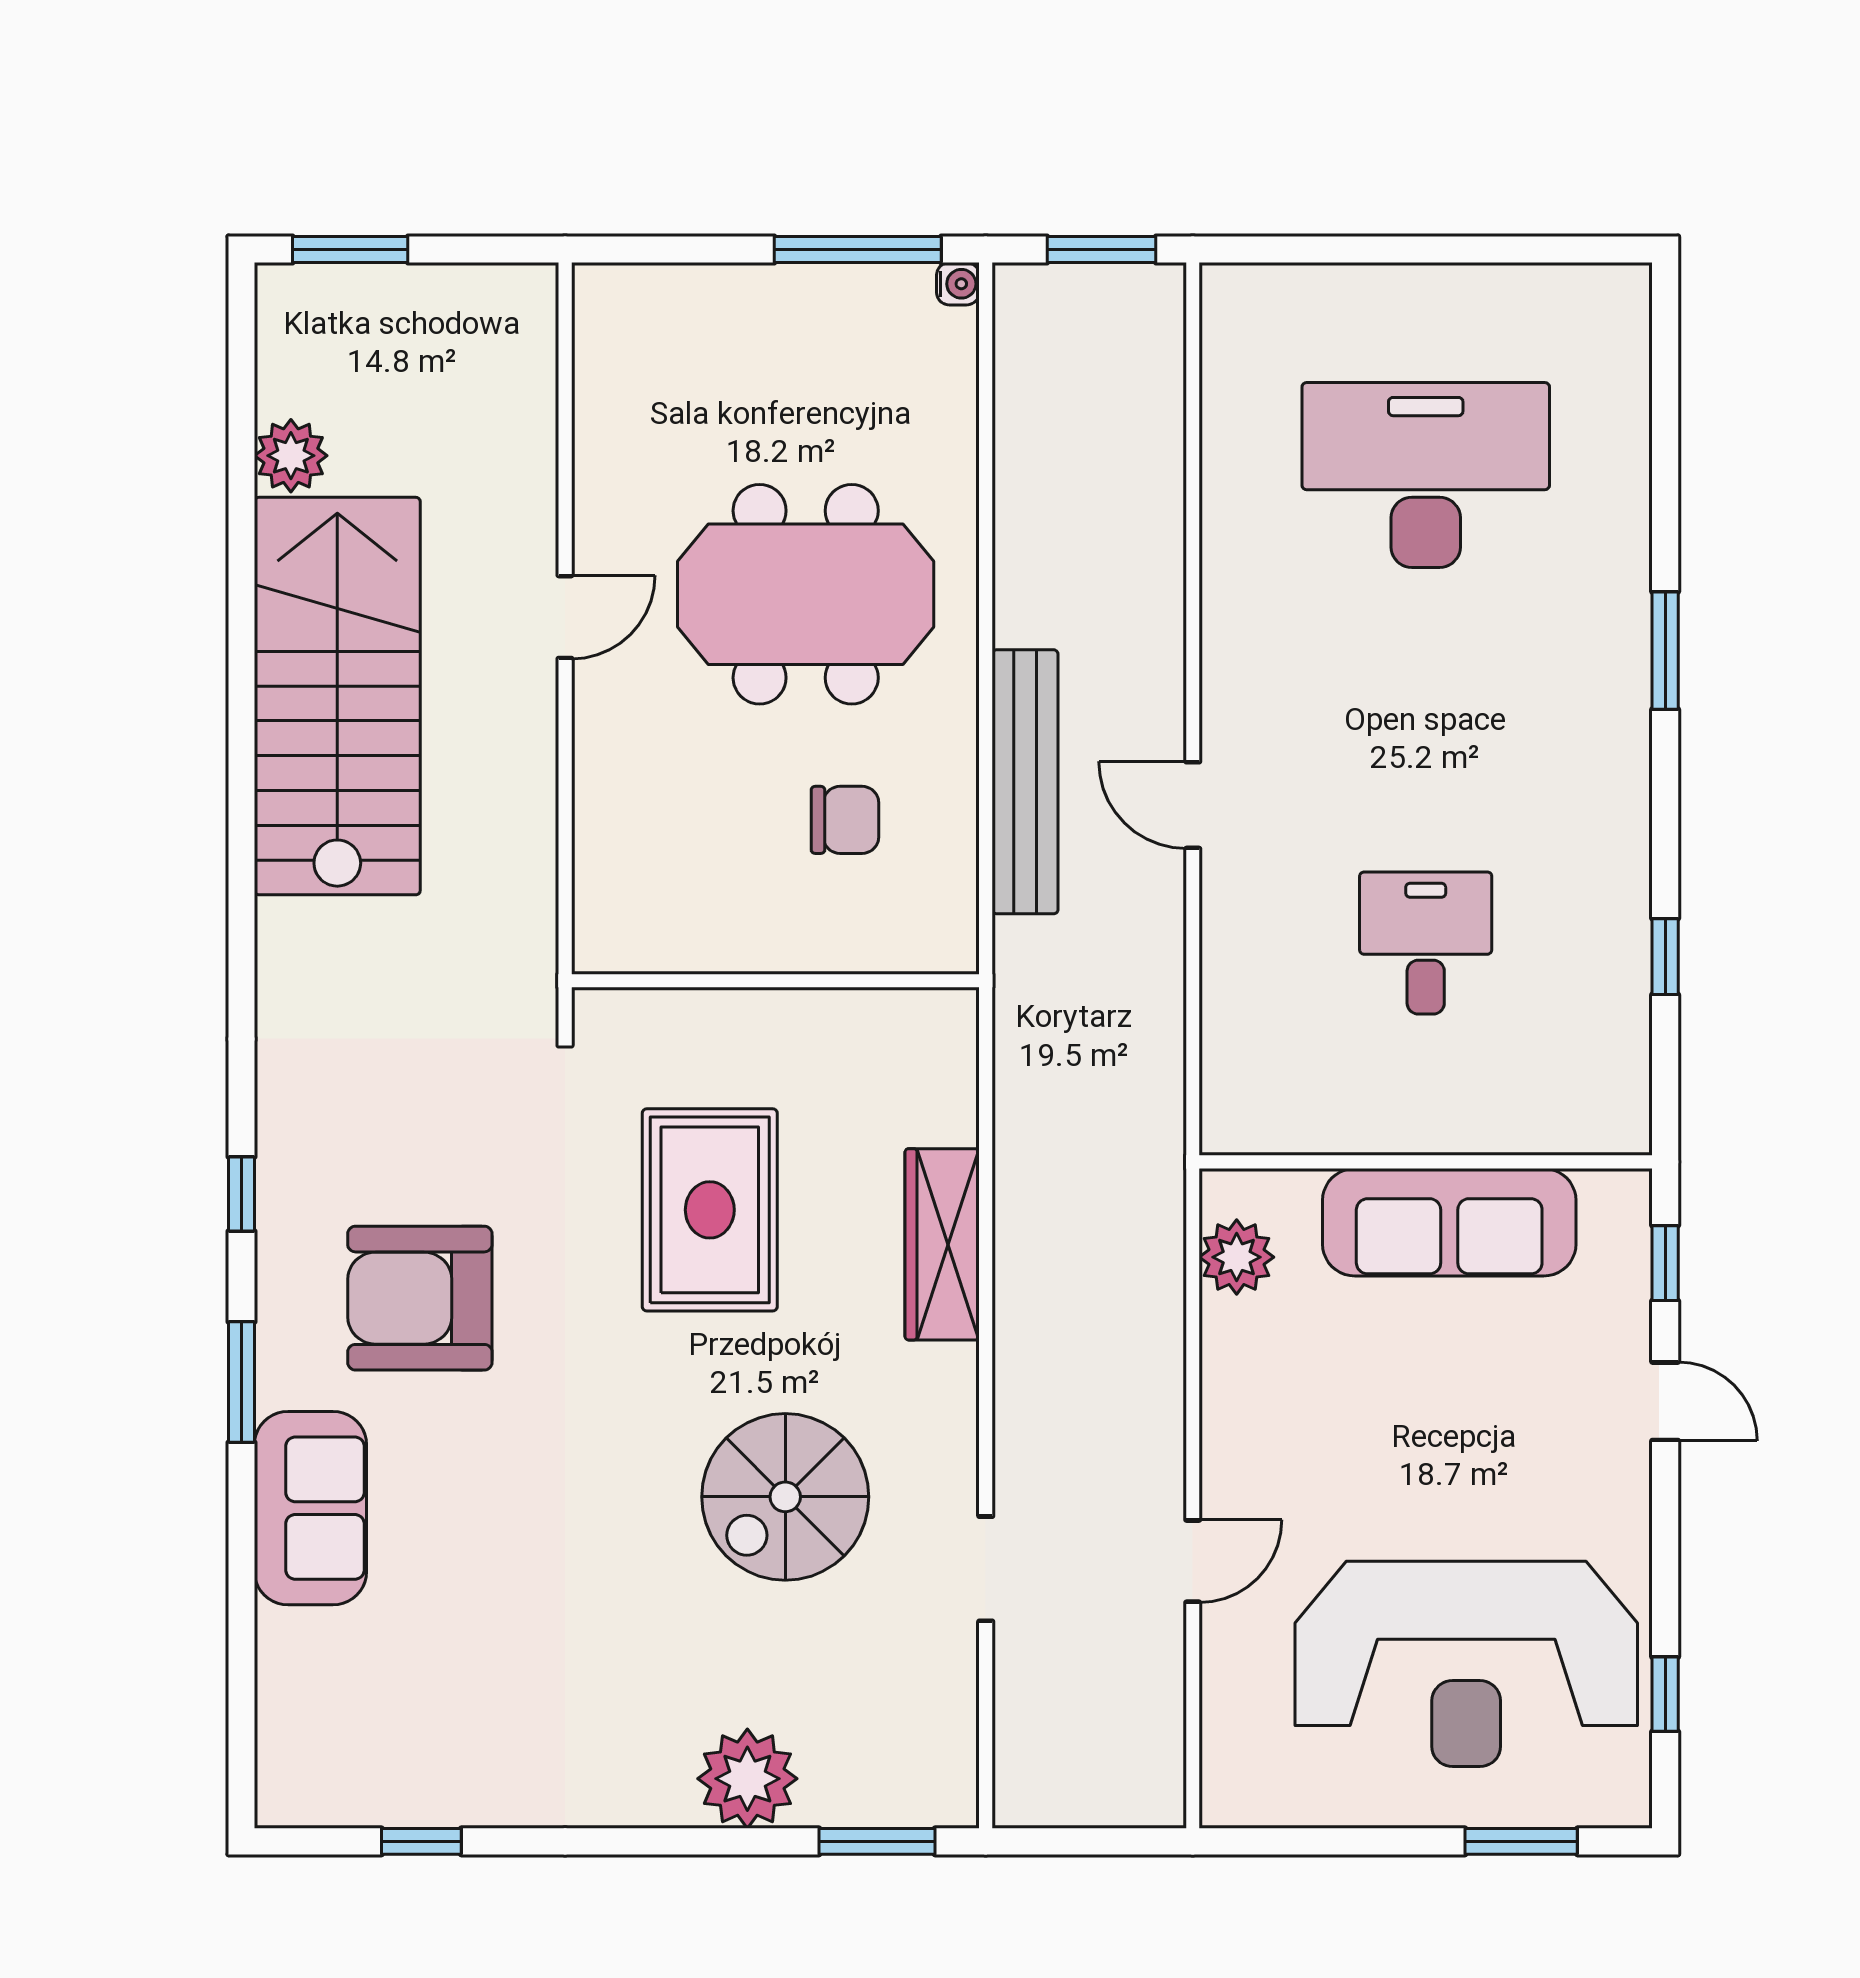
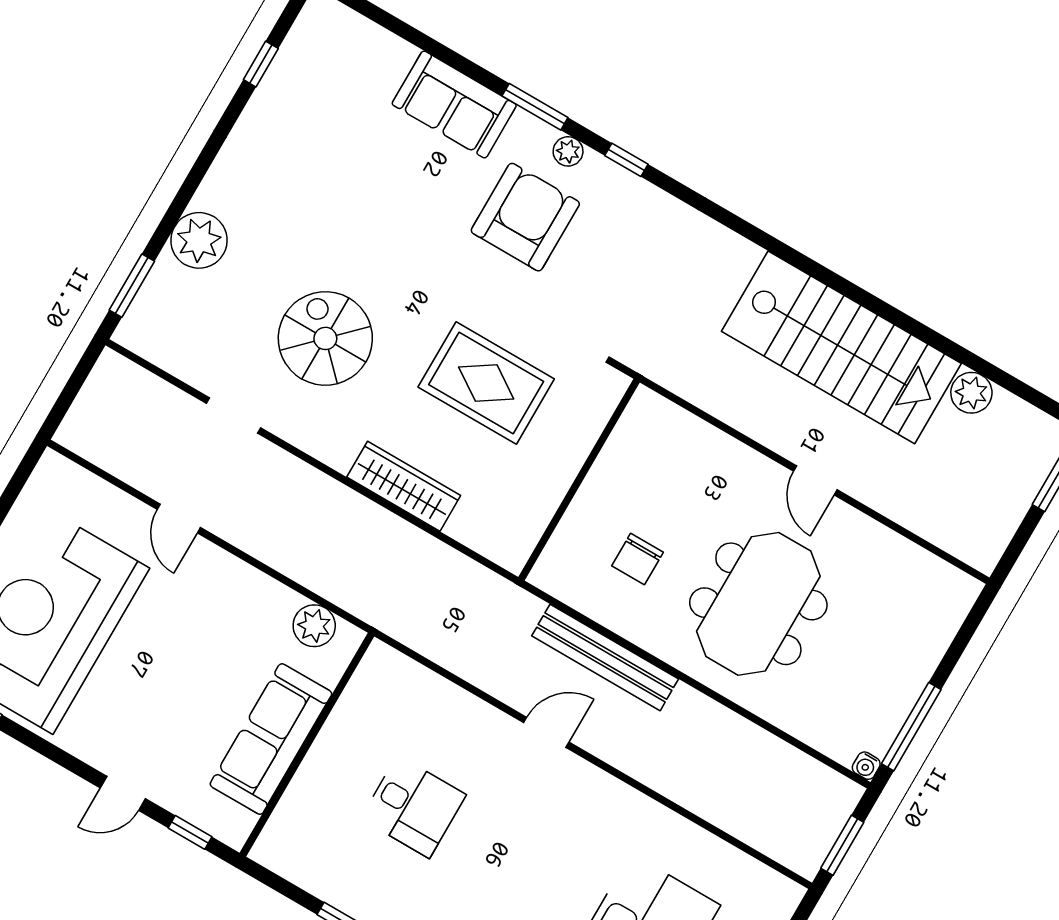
plant: (281, 1291) -> (568, 151), added

